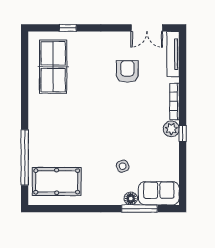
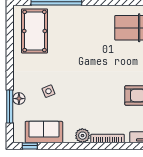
window: (183, 134) -> (30, 146), moved
sofa: (159, 193) -> (44, 132), moved, turned -90

